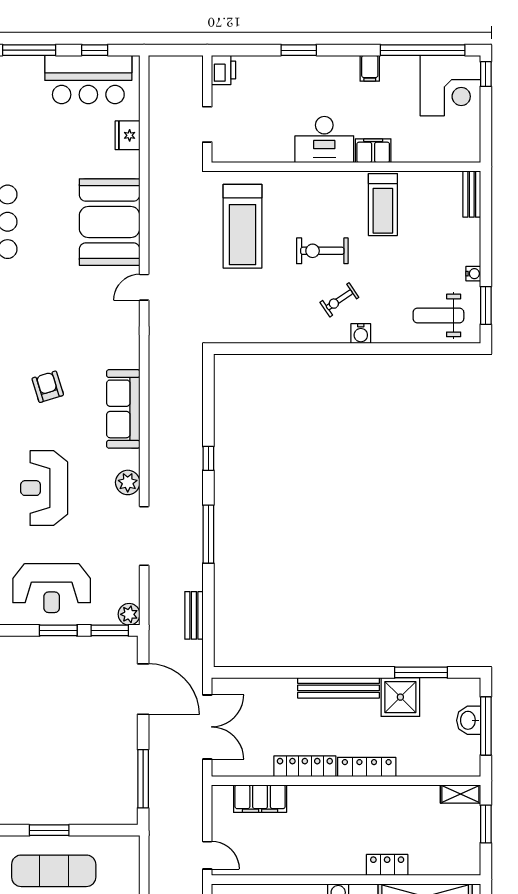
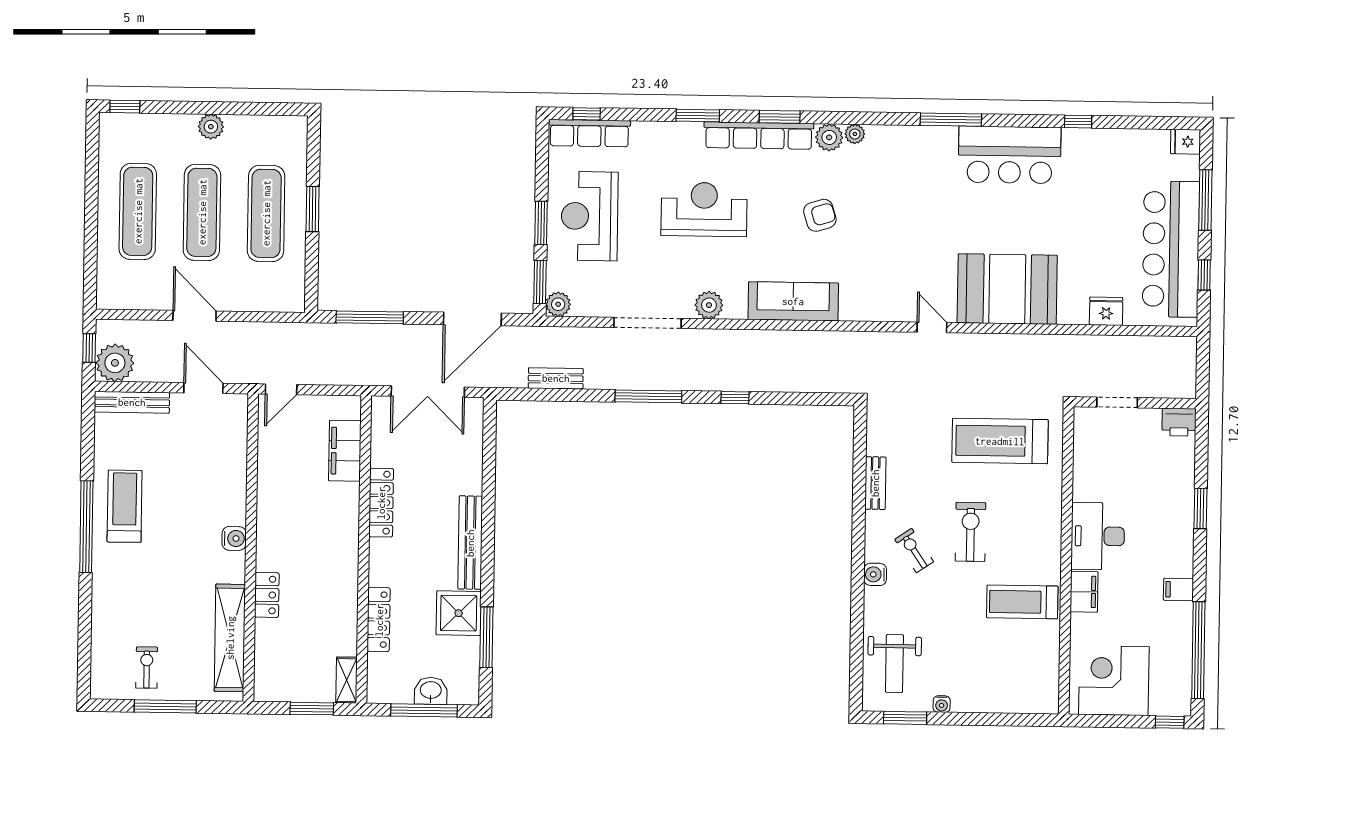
bar counter: (88, 80) -> (1171, 249), width x1.36
corner desk: (450, 86) -> (1114, 681), moved, turned 90
bench: (472, 194) -> (875, 483), moved, turned 90
weight bench: (438, 315) -> (894, 664), turned 180
locker: (367, 767) -> (379, 620), moved

